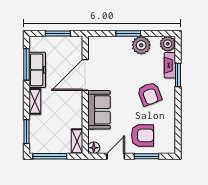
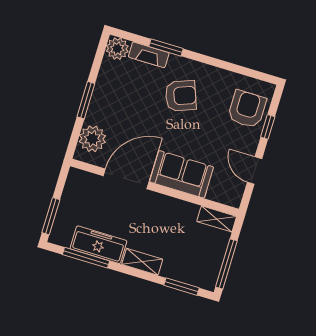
window: (58, 33) -> (51, 216), moved
plant: (141, 45) -> (92, 139), moved
door: (85, 75) -> (126, 179), swing flipped
armchair: (142, 135) -> (247, 109), moved
floor lamp: (94, 148) -> (233, 198), removed
window: (146, 156) -> (268, 127), width x0.67

